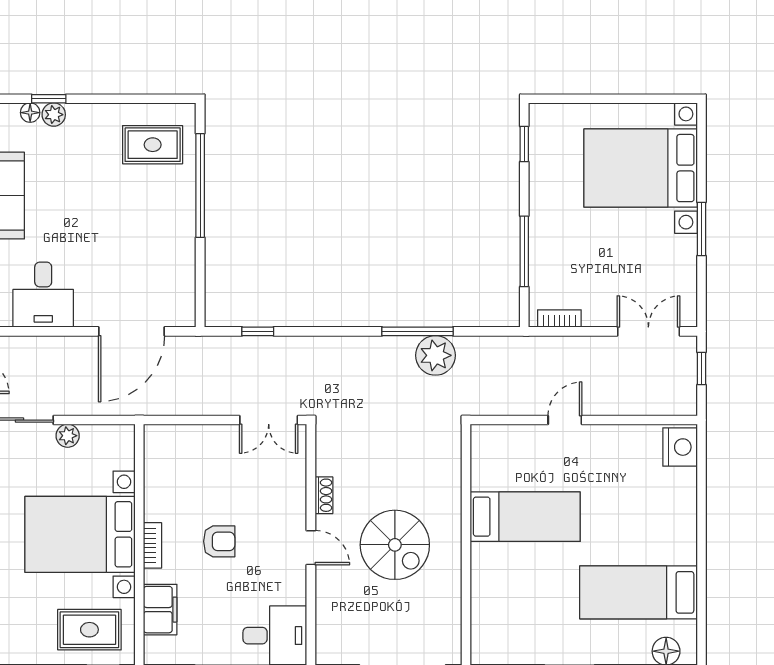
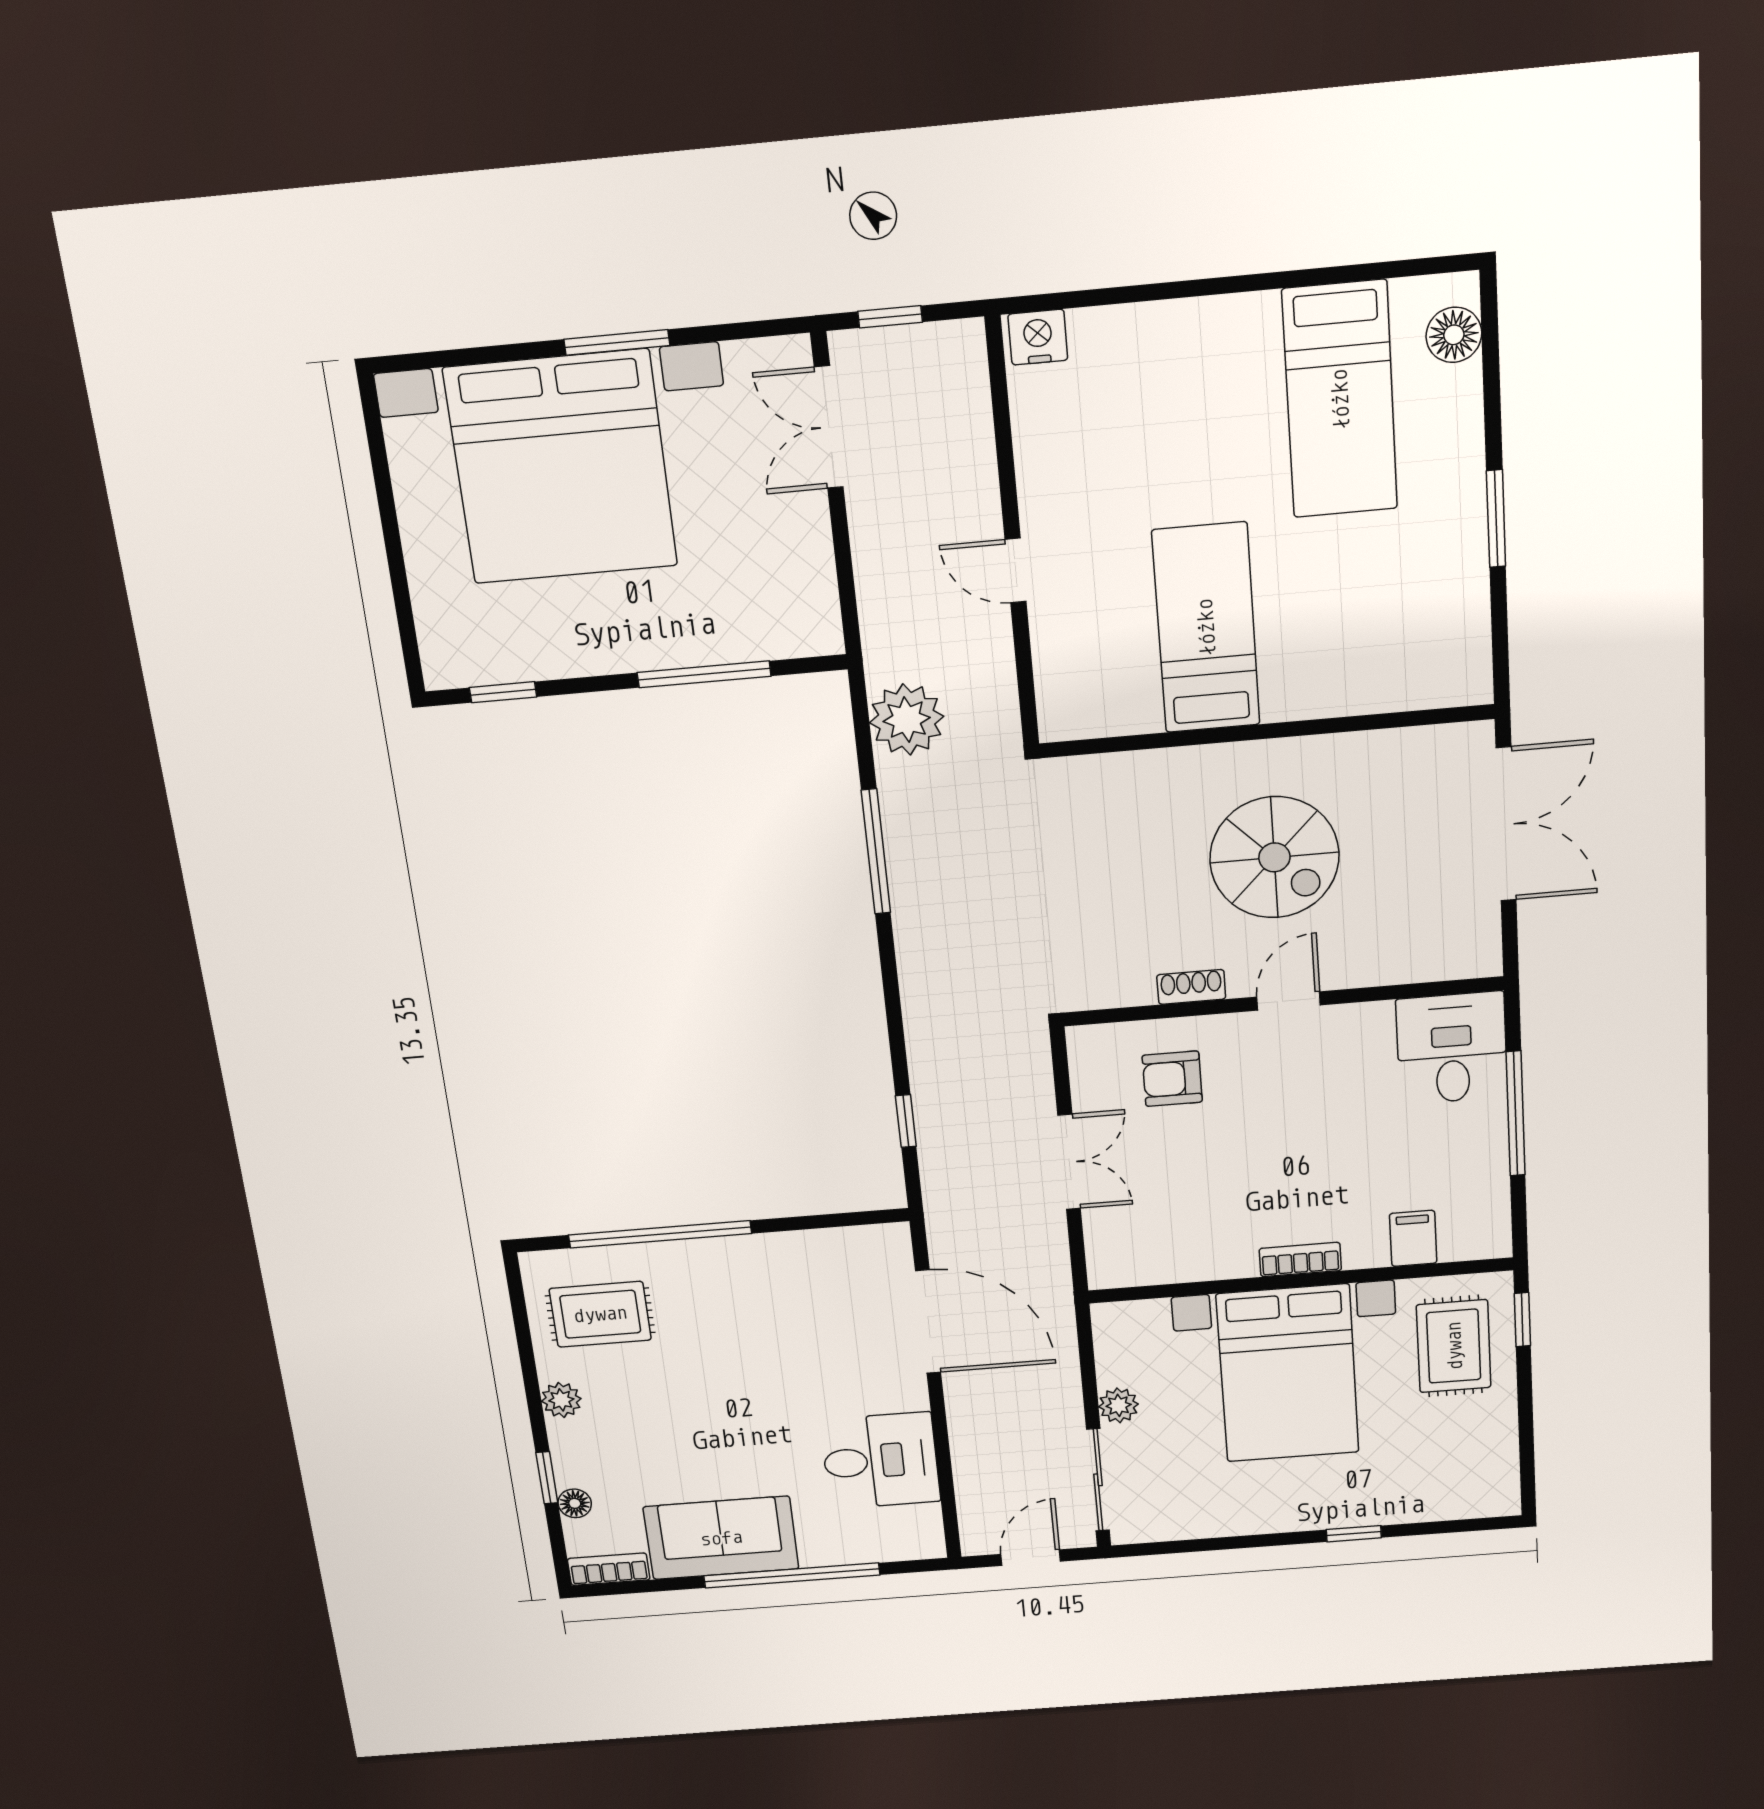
plant: (54, 115) -> (561, 1400), moved
rug: (153, 145) -> (600, 1314), turned 90
bed with nightstands: (641, 168) -> (561, 467), width x1.36
bookcase: (559, 319) -> (823, 598), removed
plant: (435, 355) -> (907, 719), moved
double door: (269, 420) -> (1069, 1162), moved
nightstand: (680, 447) -> (1038, 337), width x0.74, depth x0.75
armchair: (219, 541) -> (1172, 1079), moved, turned -90
spiral stairs: (395, 545) -> (1274, 857), turned 90
filing cabinet: (160, 610) -> (1413, 1238), width x0.50

